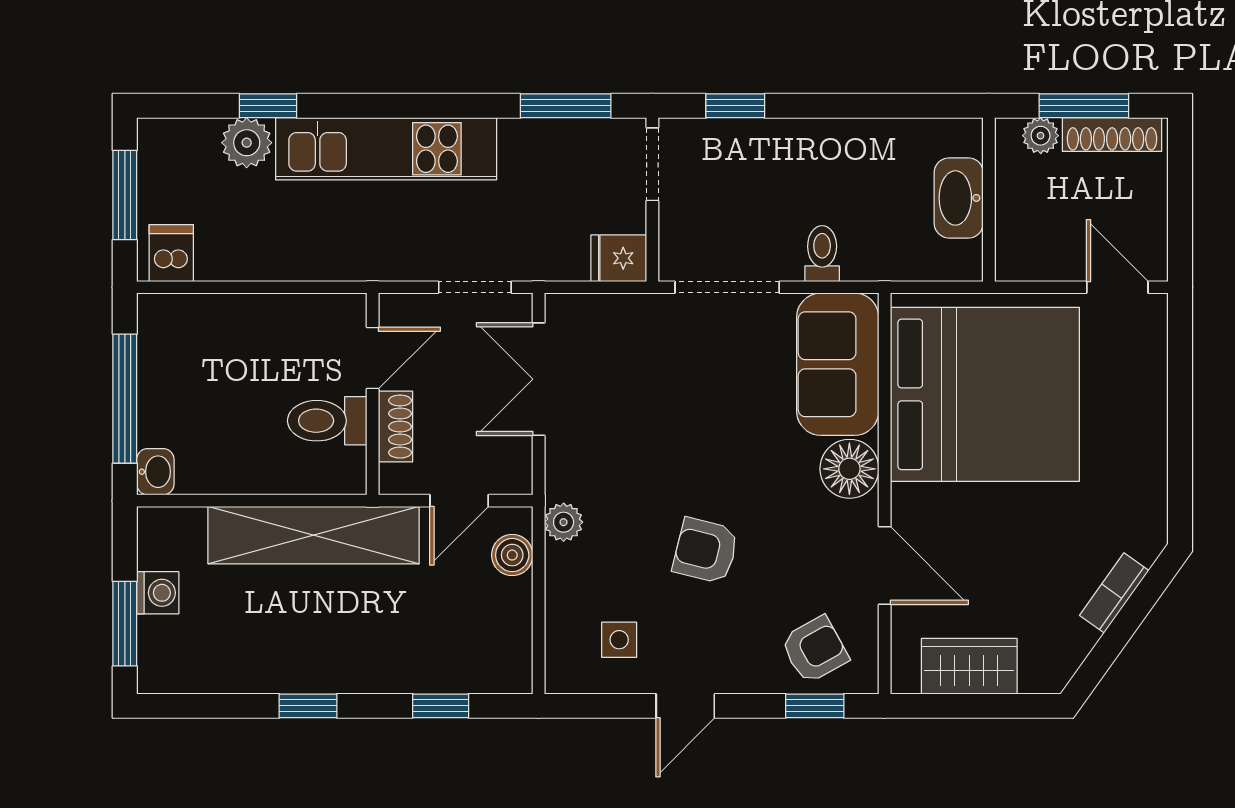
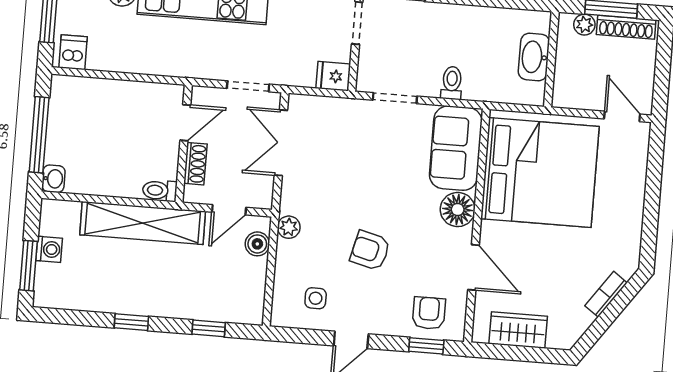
doorway: (727, 287) -> (395, 98), width x0.73
toilet: (327, 421) -> (160, 191), moved, width x0.73, depth x0.72
armchair: (815, 650) -> (429, 313), turned -61

